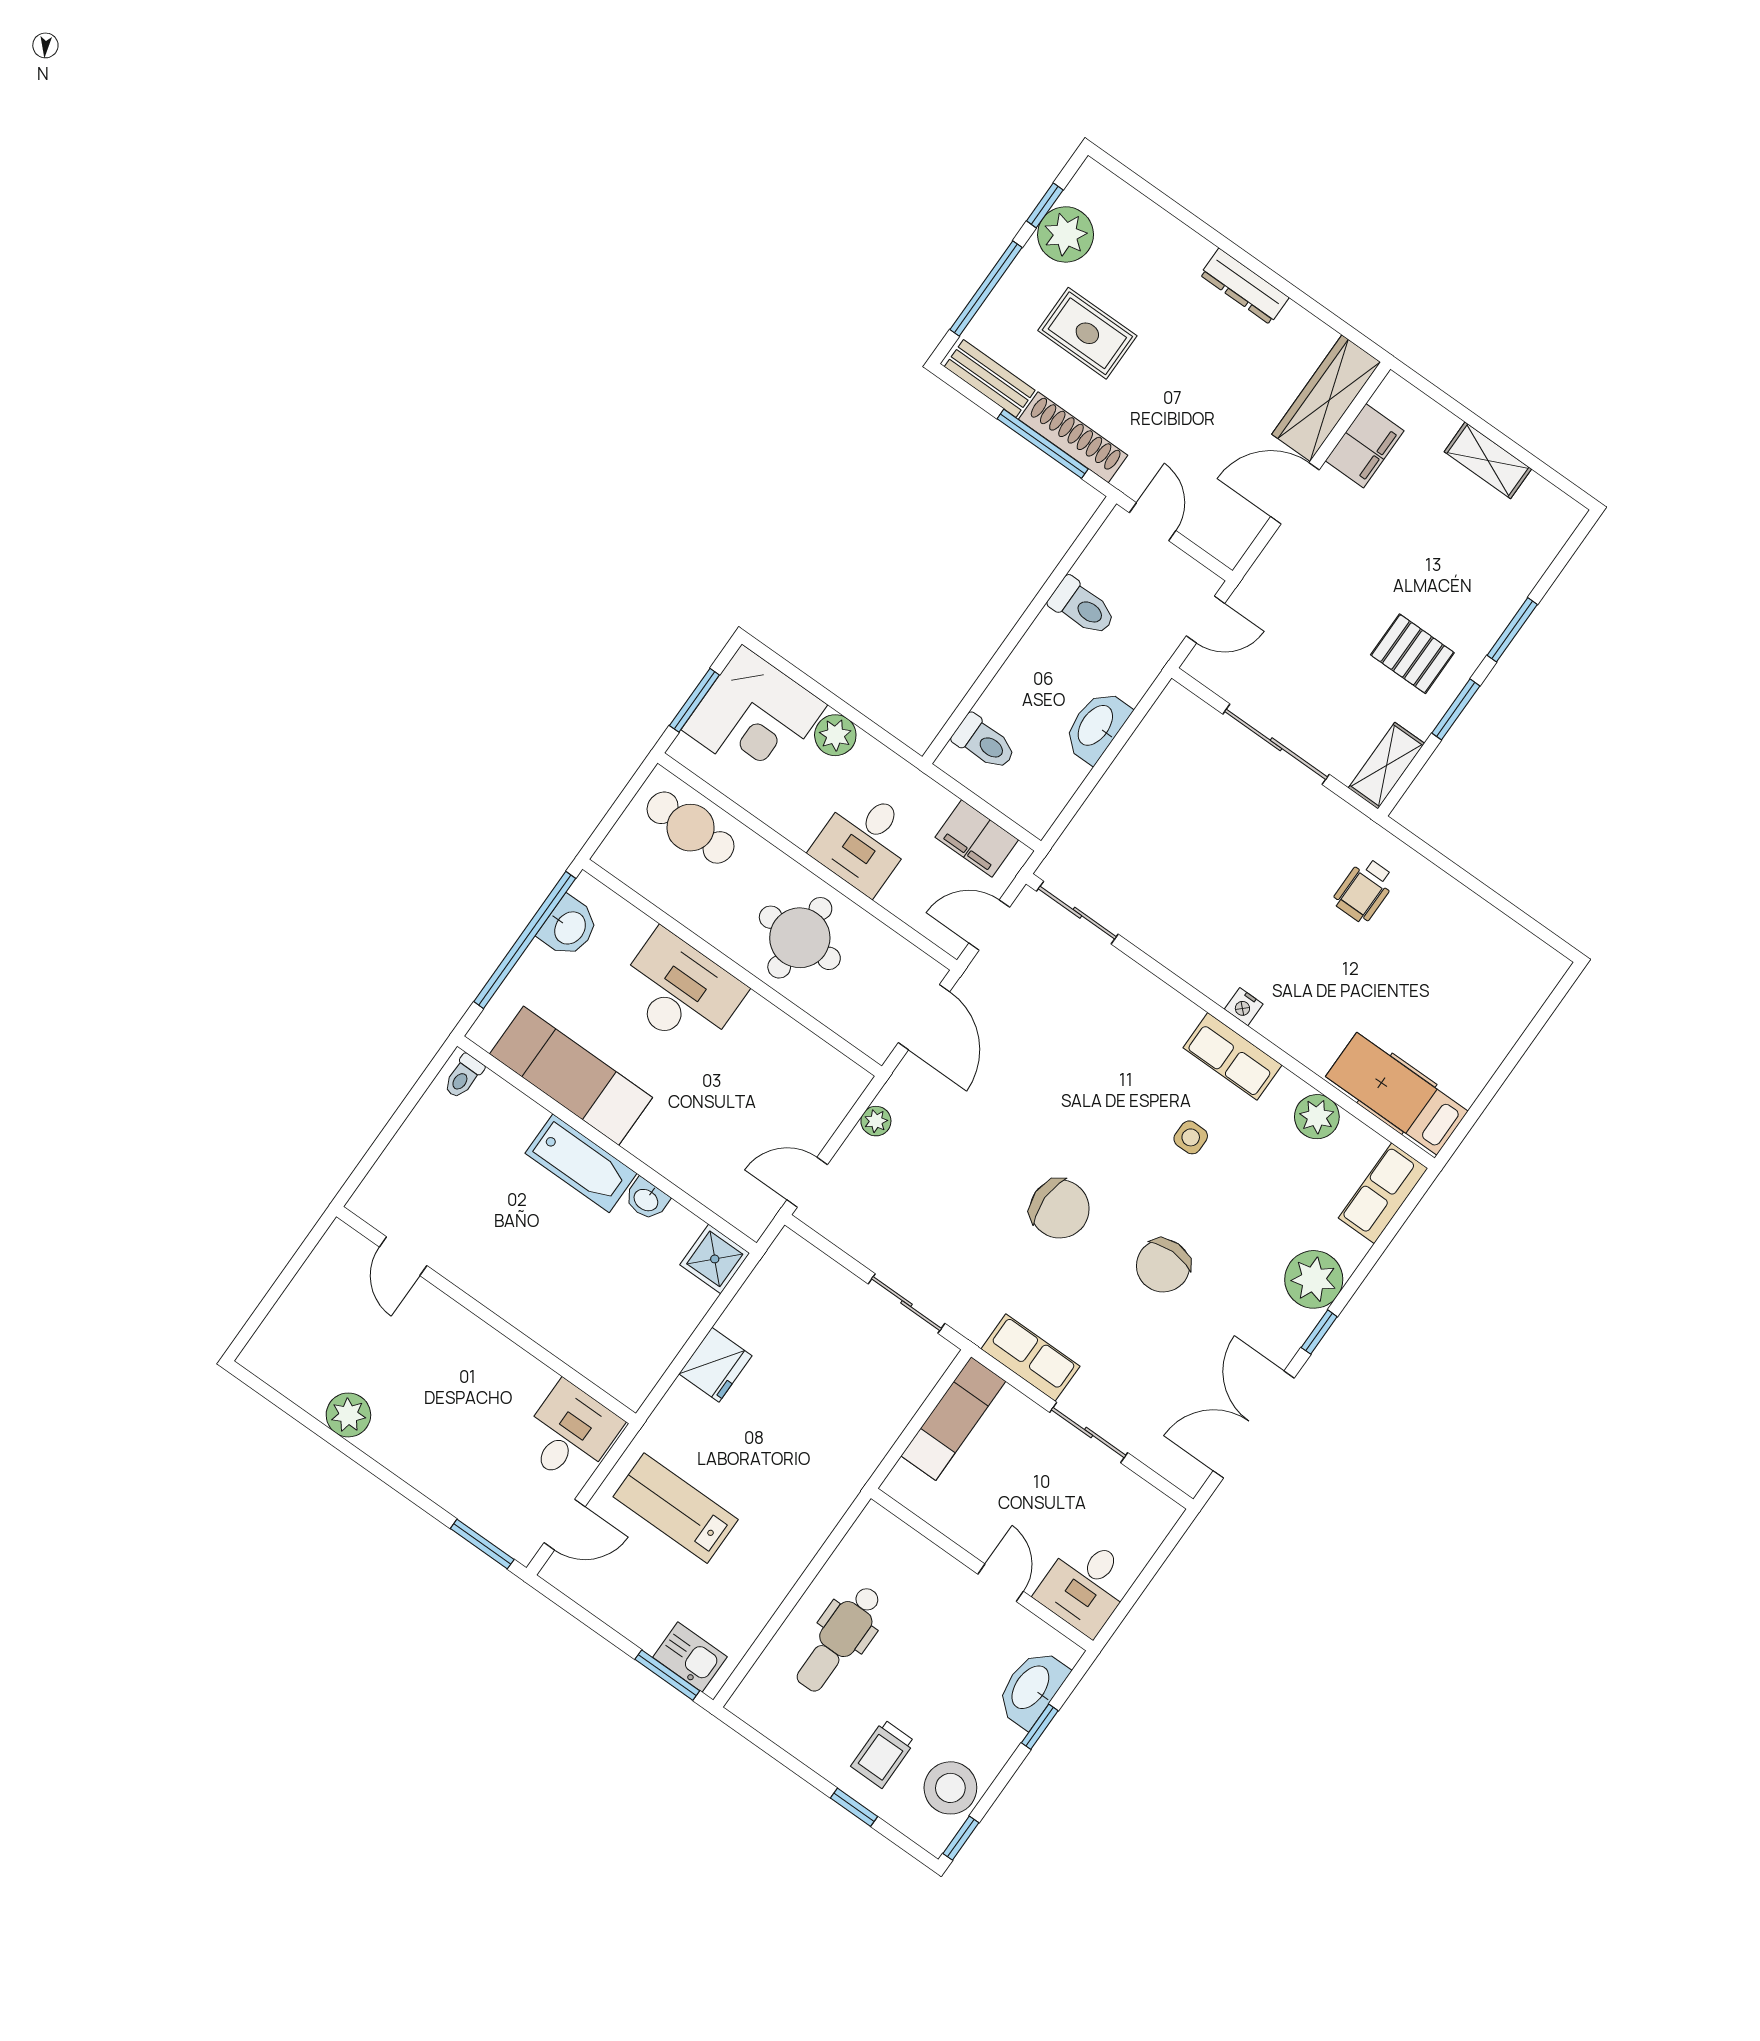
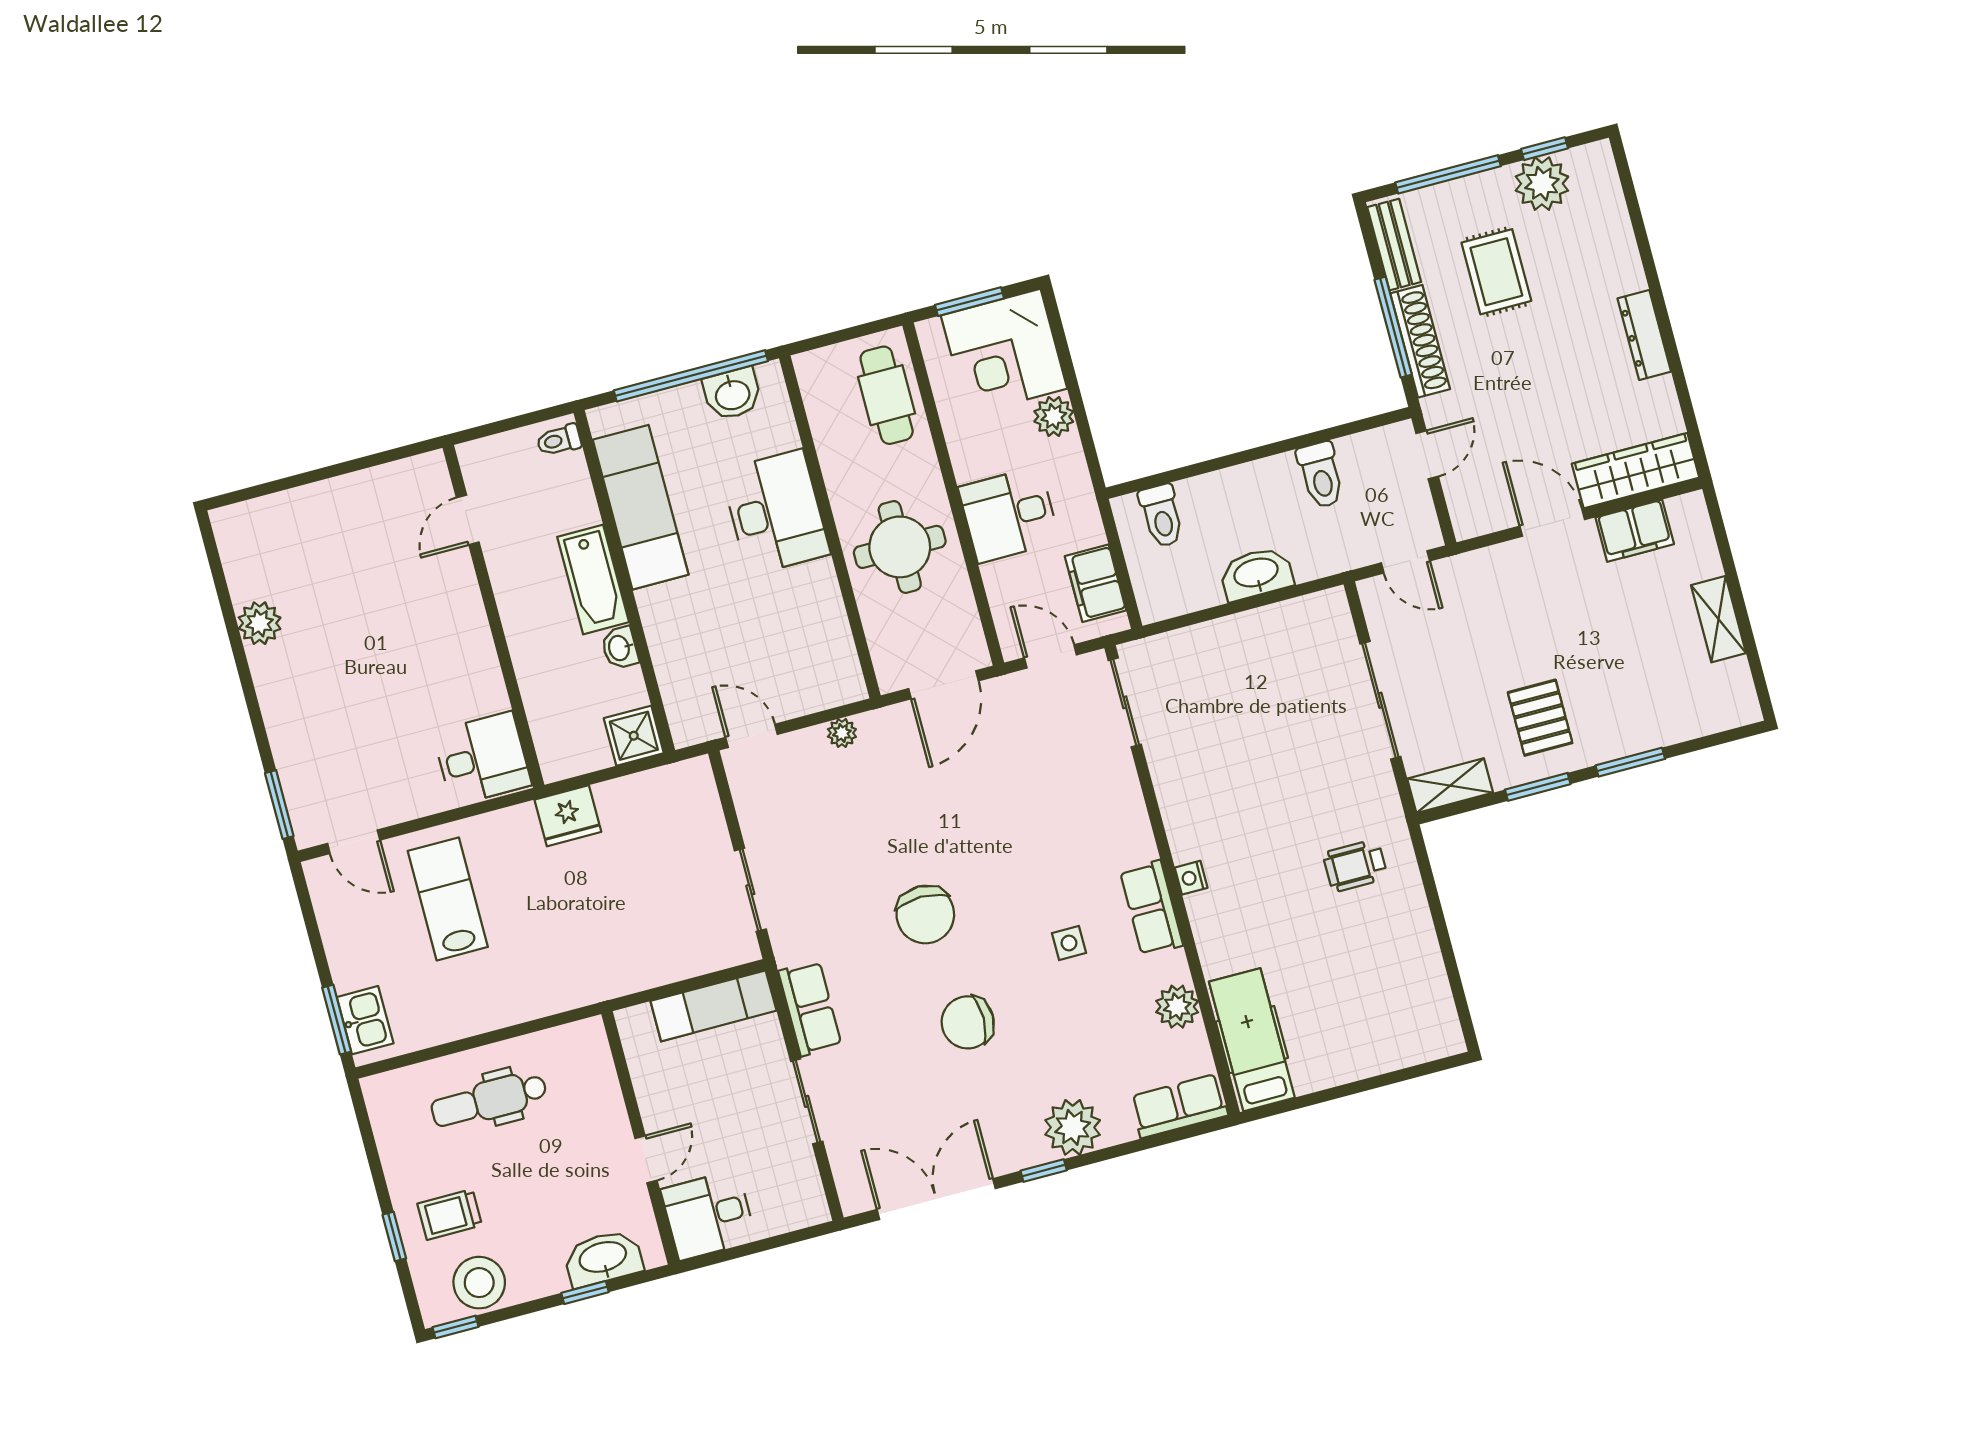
door: (403, 1256) -> (468, 520), moved
wall: (486, 1315) -> (493, 616), moved
desk: (570, 1434) -> (482, 758), moved

